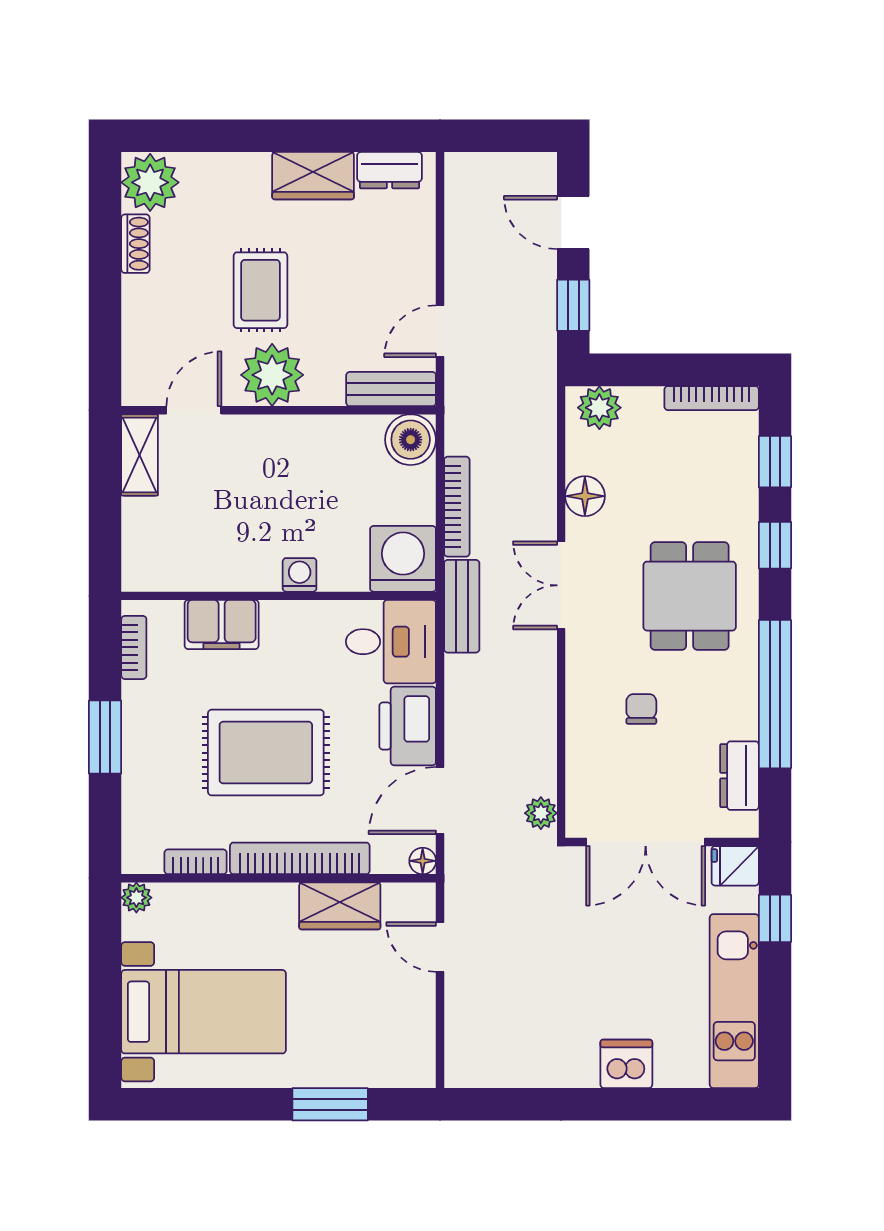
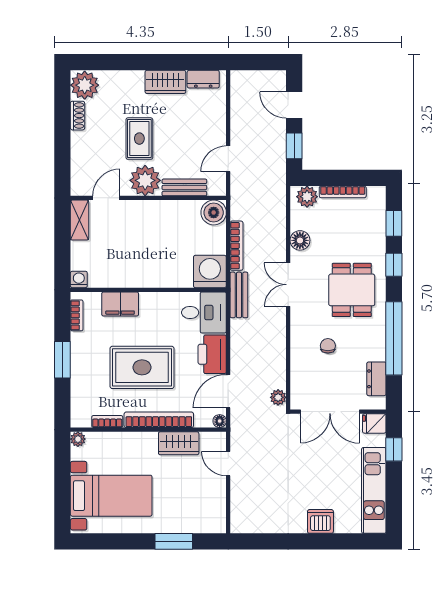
bench: (391, 389) -> (184, 187), moved
bookcase: (712, 398) -> (343, 192), moved
washing machine: (300, 575) -> (79, 279), moved

